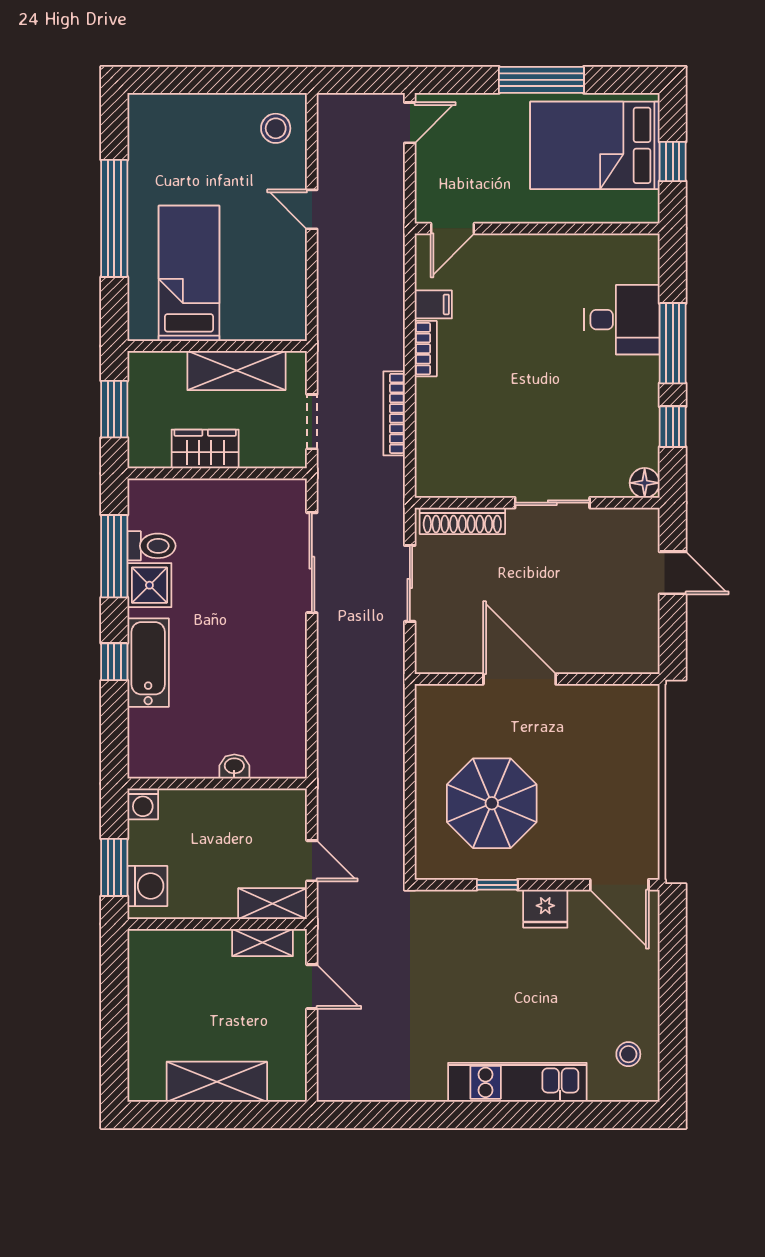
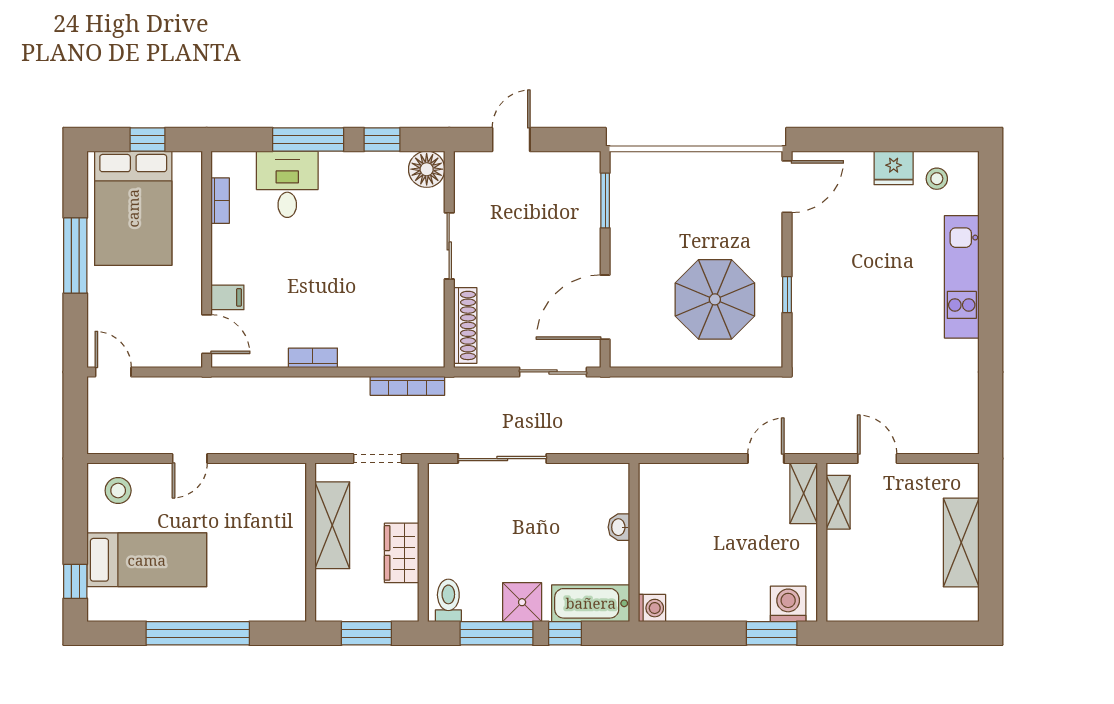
window: (173, 80) -> (75, 581), added
bookcase: (603, 244) -> (220, 201), added
bed: (189, 273) -> (147, 560), moved, turned 180
filing cabinet: (433, 304) -> (227, 297), moved, turned 90
bookcase: (394, 413) -> (407, 386), moved
floor lamp: (645, 483) -> (427, 169), width x1.38, depth x1.38
toilet: (151, 546) -> (448, 600), moved
sliding door: (410, 583) -> (553, 372), moved
window: (114, 662) -> (565, 633), moved
door: (520, 679) -> (605, 307), moved
window: (604, 679) -> (605, 201), added
washbasin: (234, 767) -> (619, 527), moved
wall: (217, 784) -> (634, 542), moved
washing machine: (143, 804) -> (652, 608), moved
fridge: (545, 909) -> (894, 168), moved, turned 90
door: (312, 987) -> (877, 459), hinge flipped

